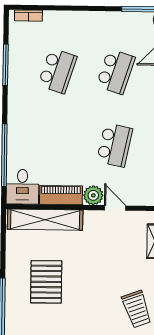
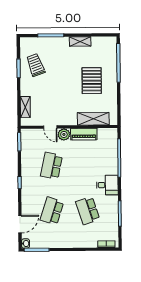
school desk: (58, 71) -> (88, 211), turned -36
desk: (22, 187) -> (107, 185), moved, turned 90
shelving: (45, 220) -> (93, 119), width x0.68

